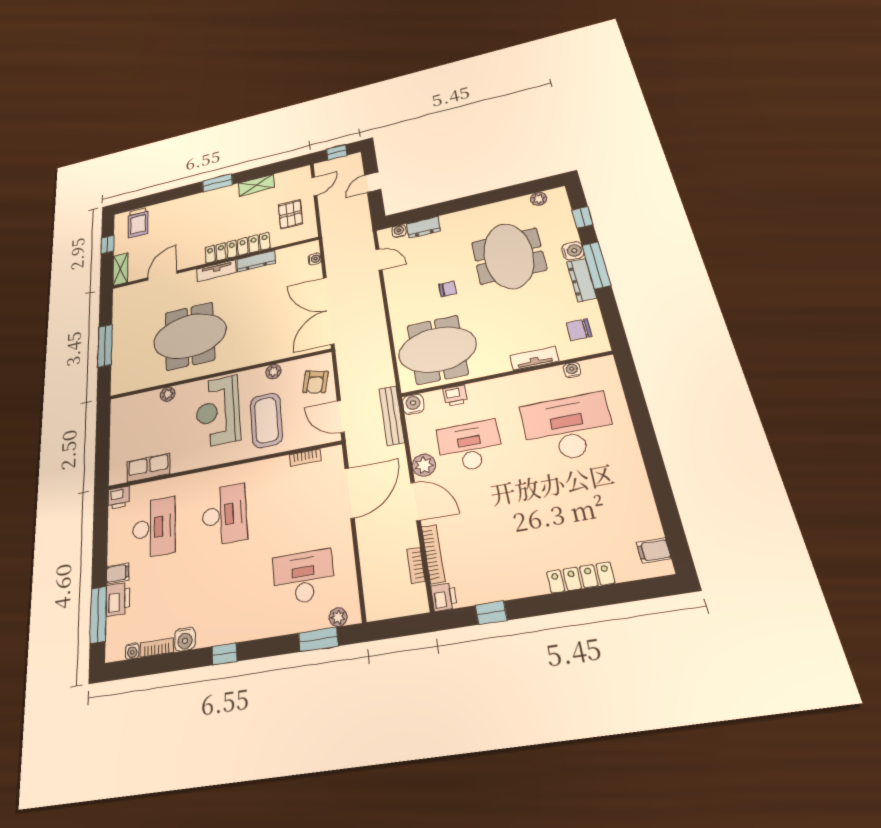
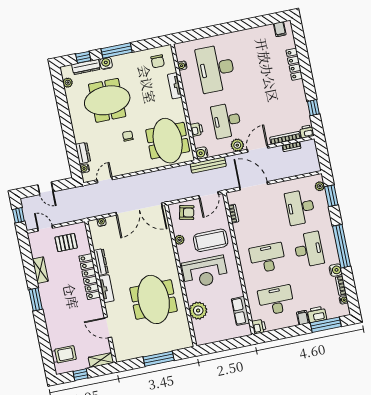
dresser: (582, 280) -> (86, 67), moved
plant: (168, 394) -> (198, 311), width x1.87, depth x1.87
desk: (228, 590) -> (309, 250), added
window: (225, 654) -> (342, 246), width x3.17

